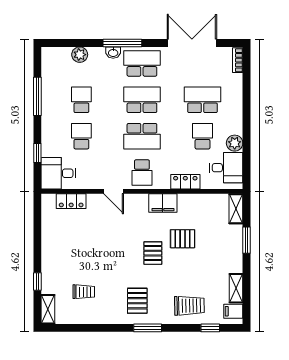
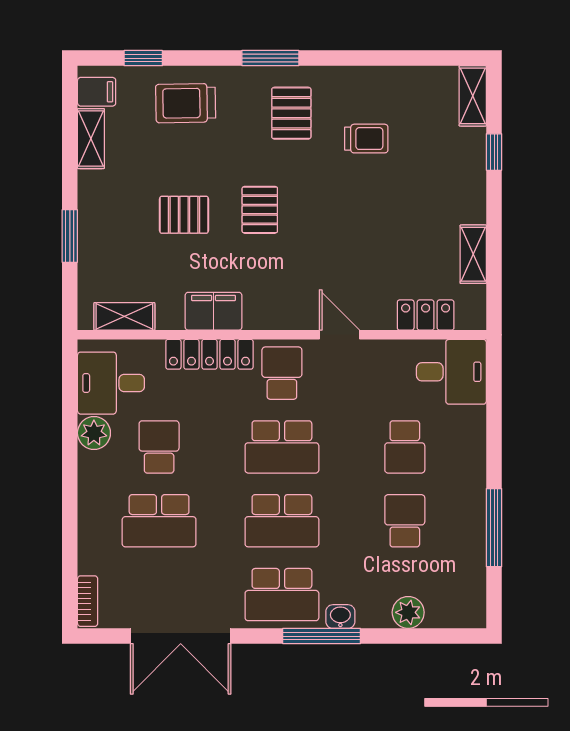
school desk: (81, 100) -> (405, 521), turned 180
school desk: (142, 136) -> (282, 447), turned 180
school desk: (203, 136) -> (159, 447), turned 180
window: (37, 153) -> (494, 413), removed
locker: (185, 182) -> (209, 354), width x1.53
filing cabinet: (163, 203) -> (213, 311), moved
shelving: (236, 209) -> (124, 316), moved, turned 90
shelving: (48, 231) -> (473, 254), added
pallet: (183, 239) -> (184, 215), moved
trolley: (84, 292) -> (366, 139), moved, turned 180

